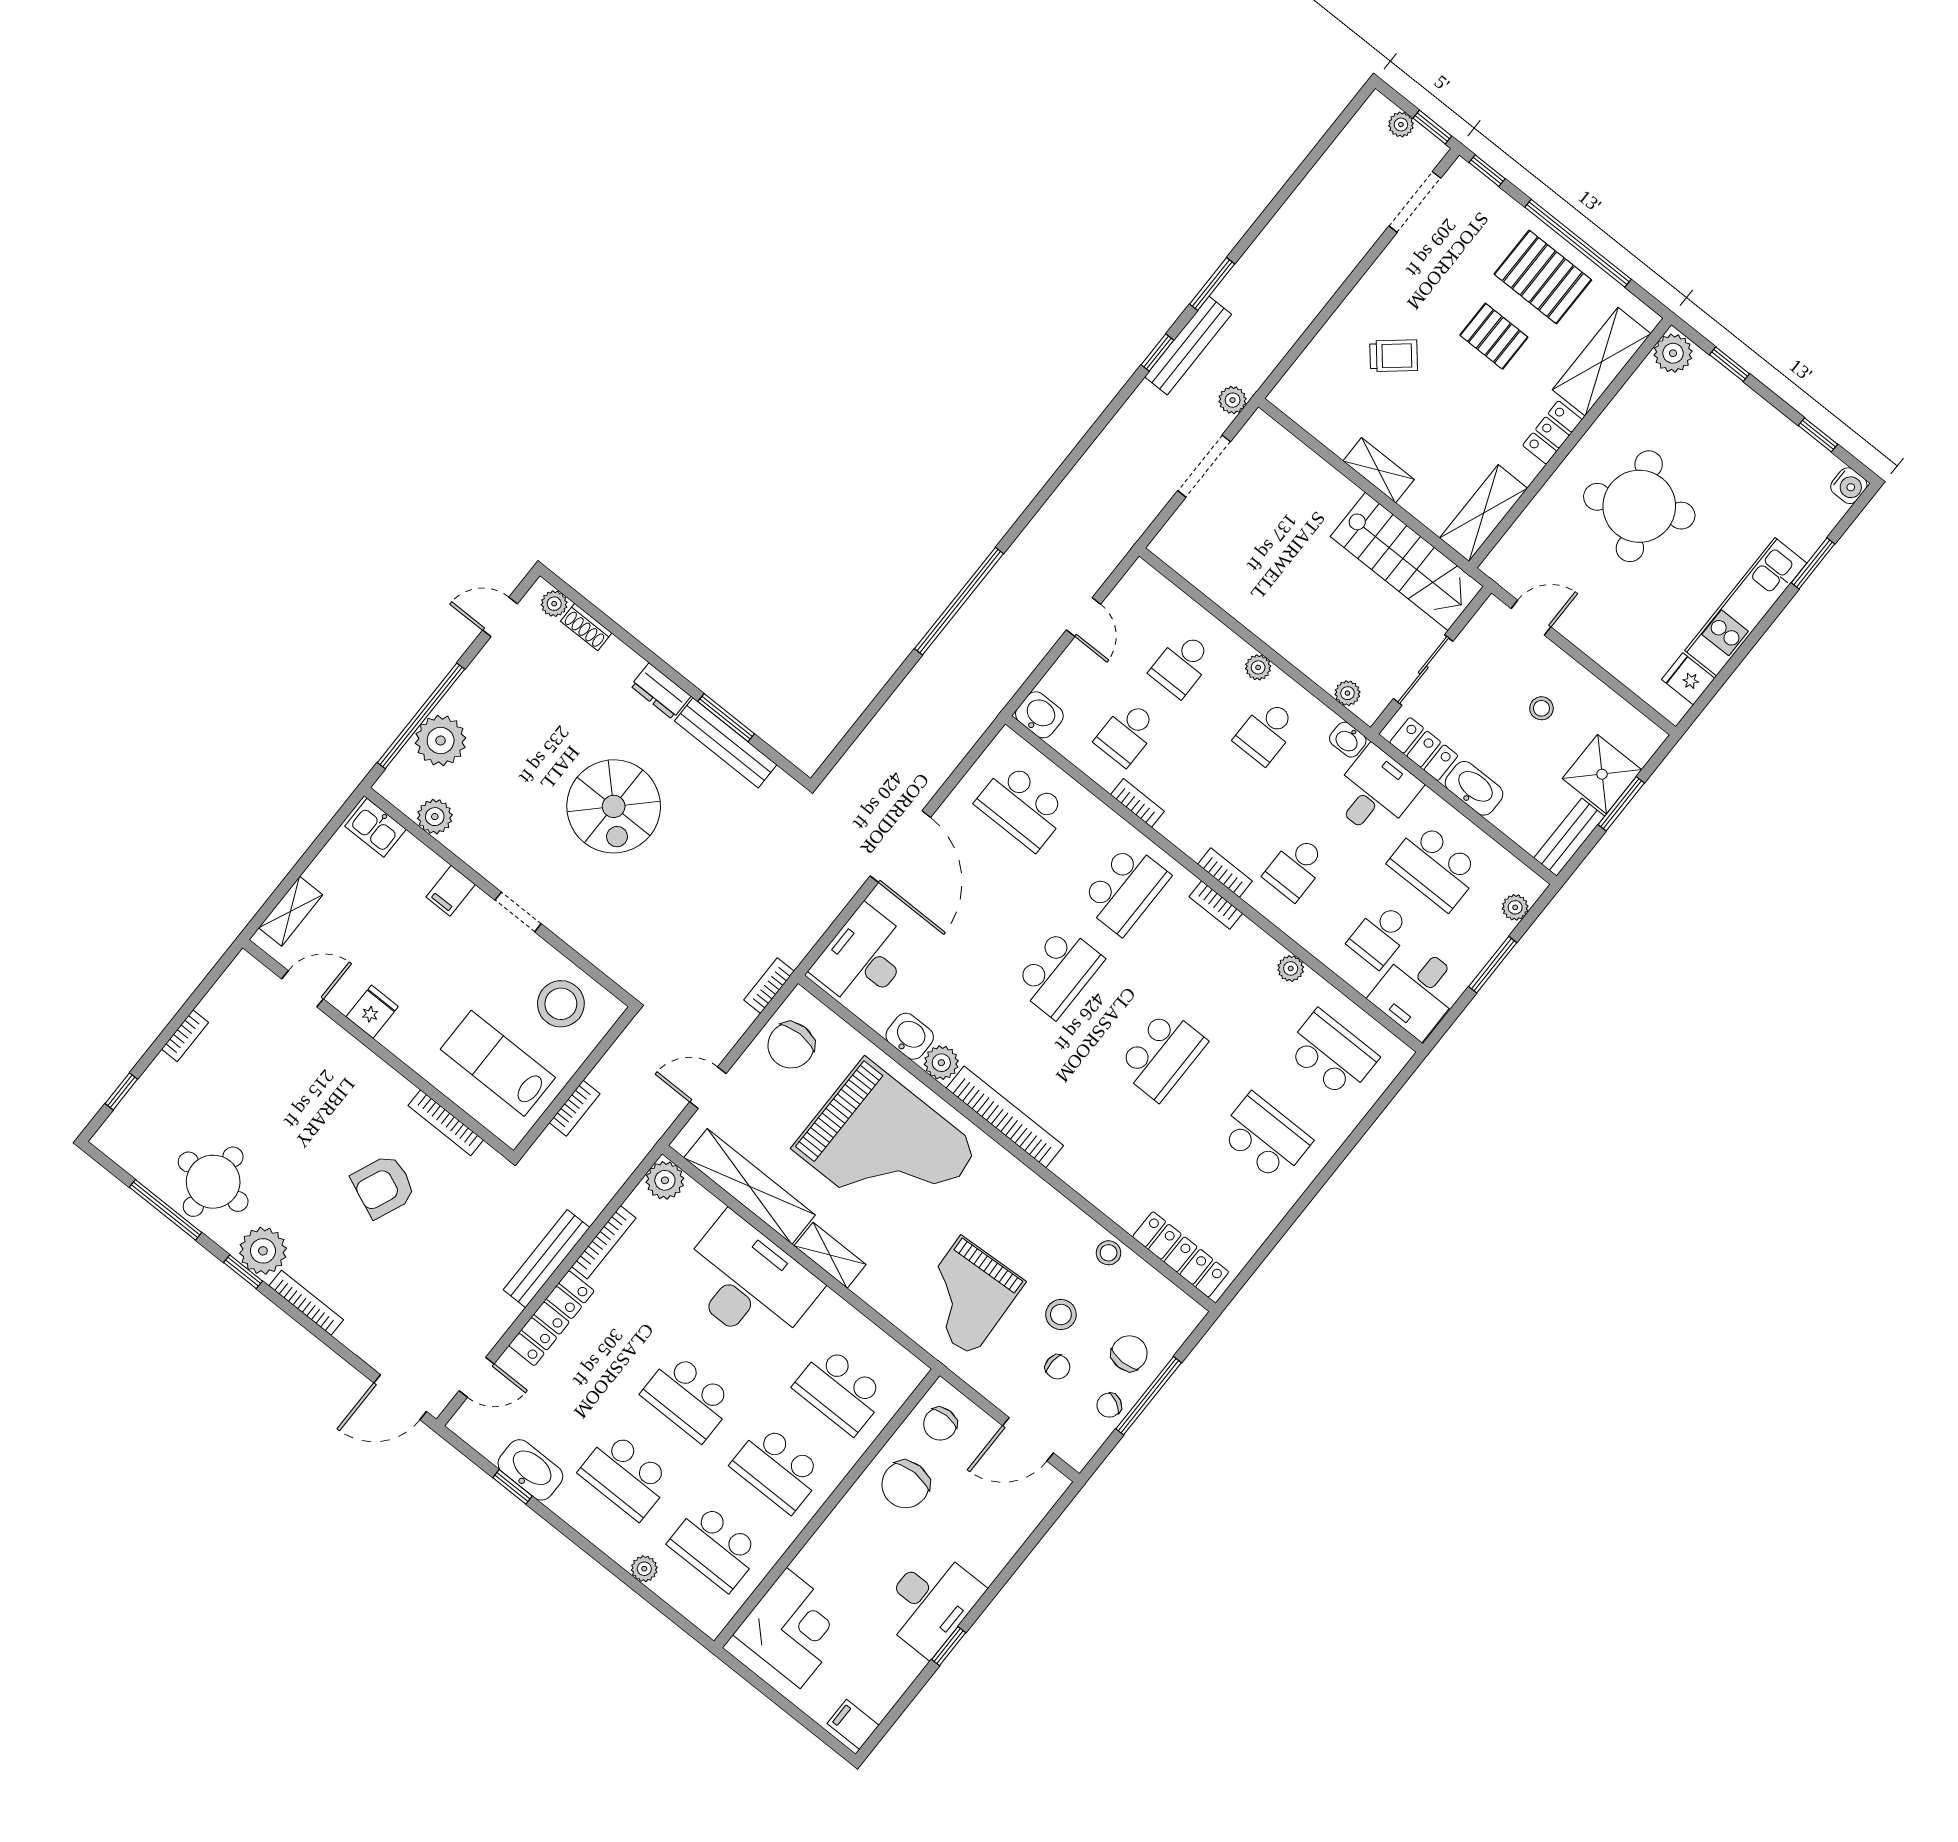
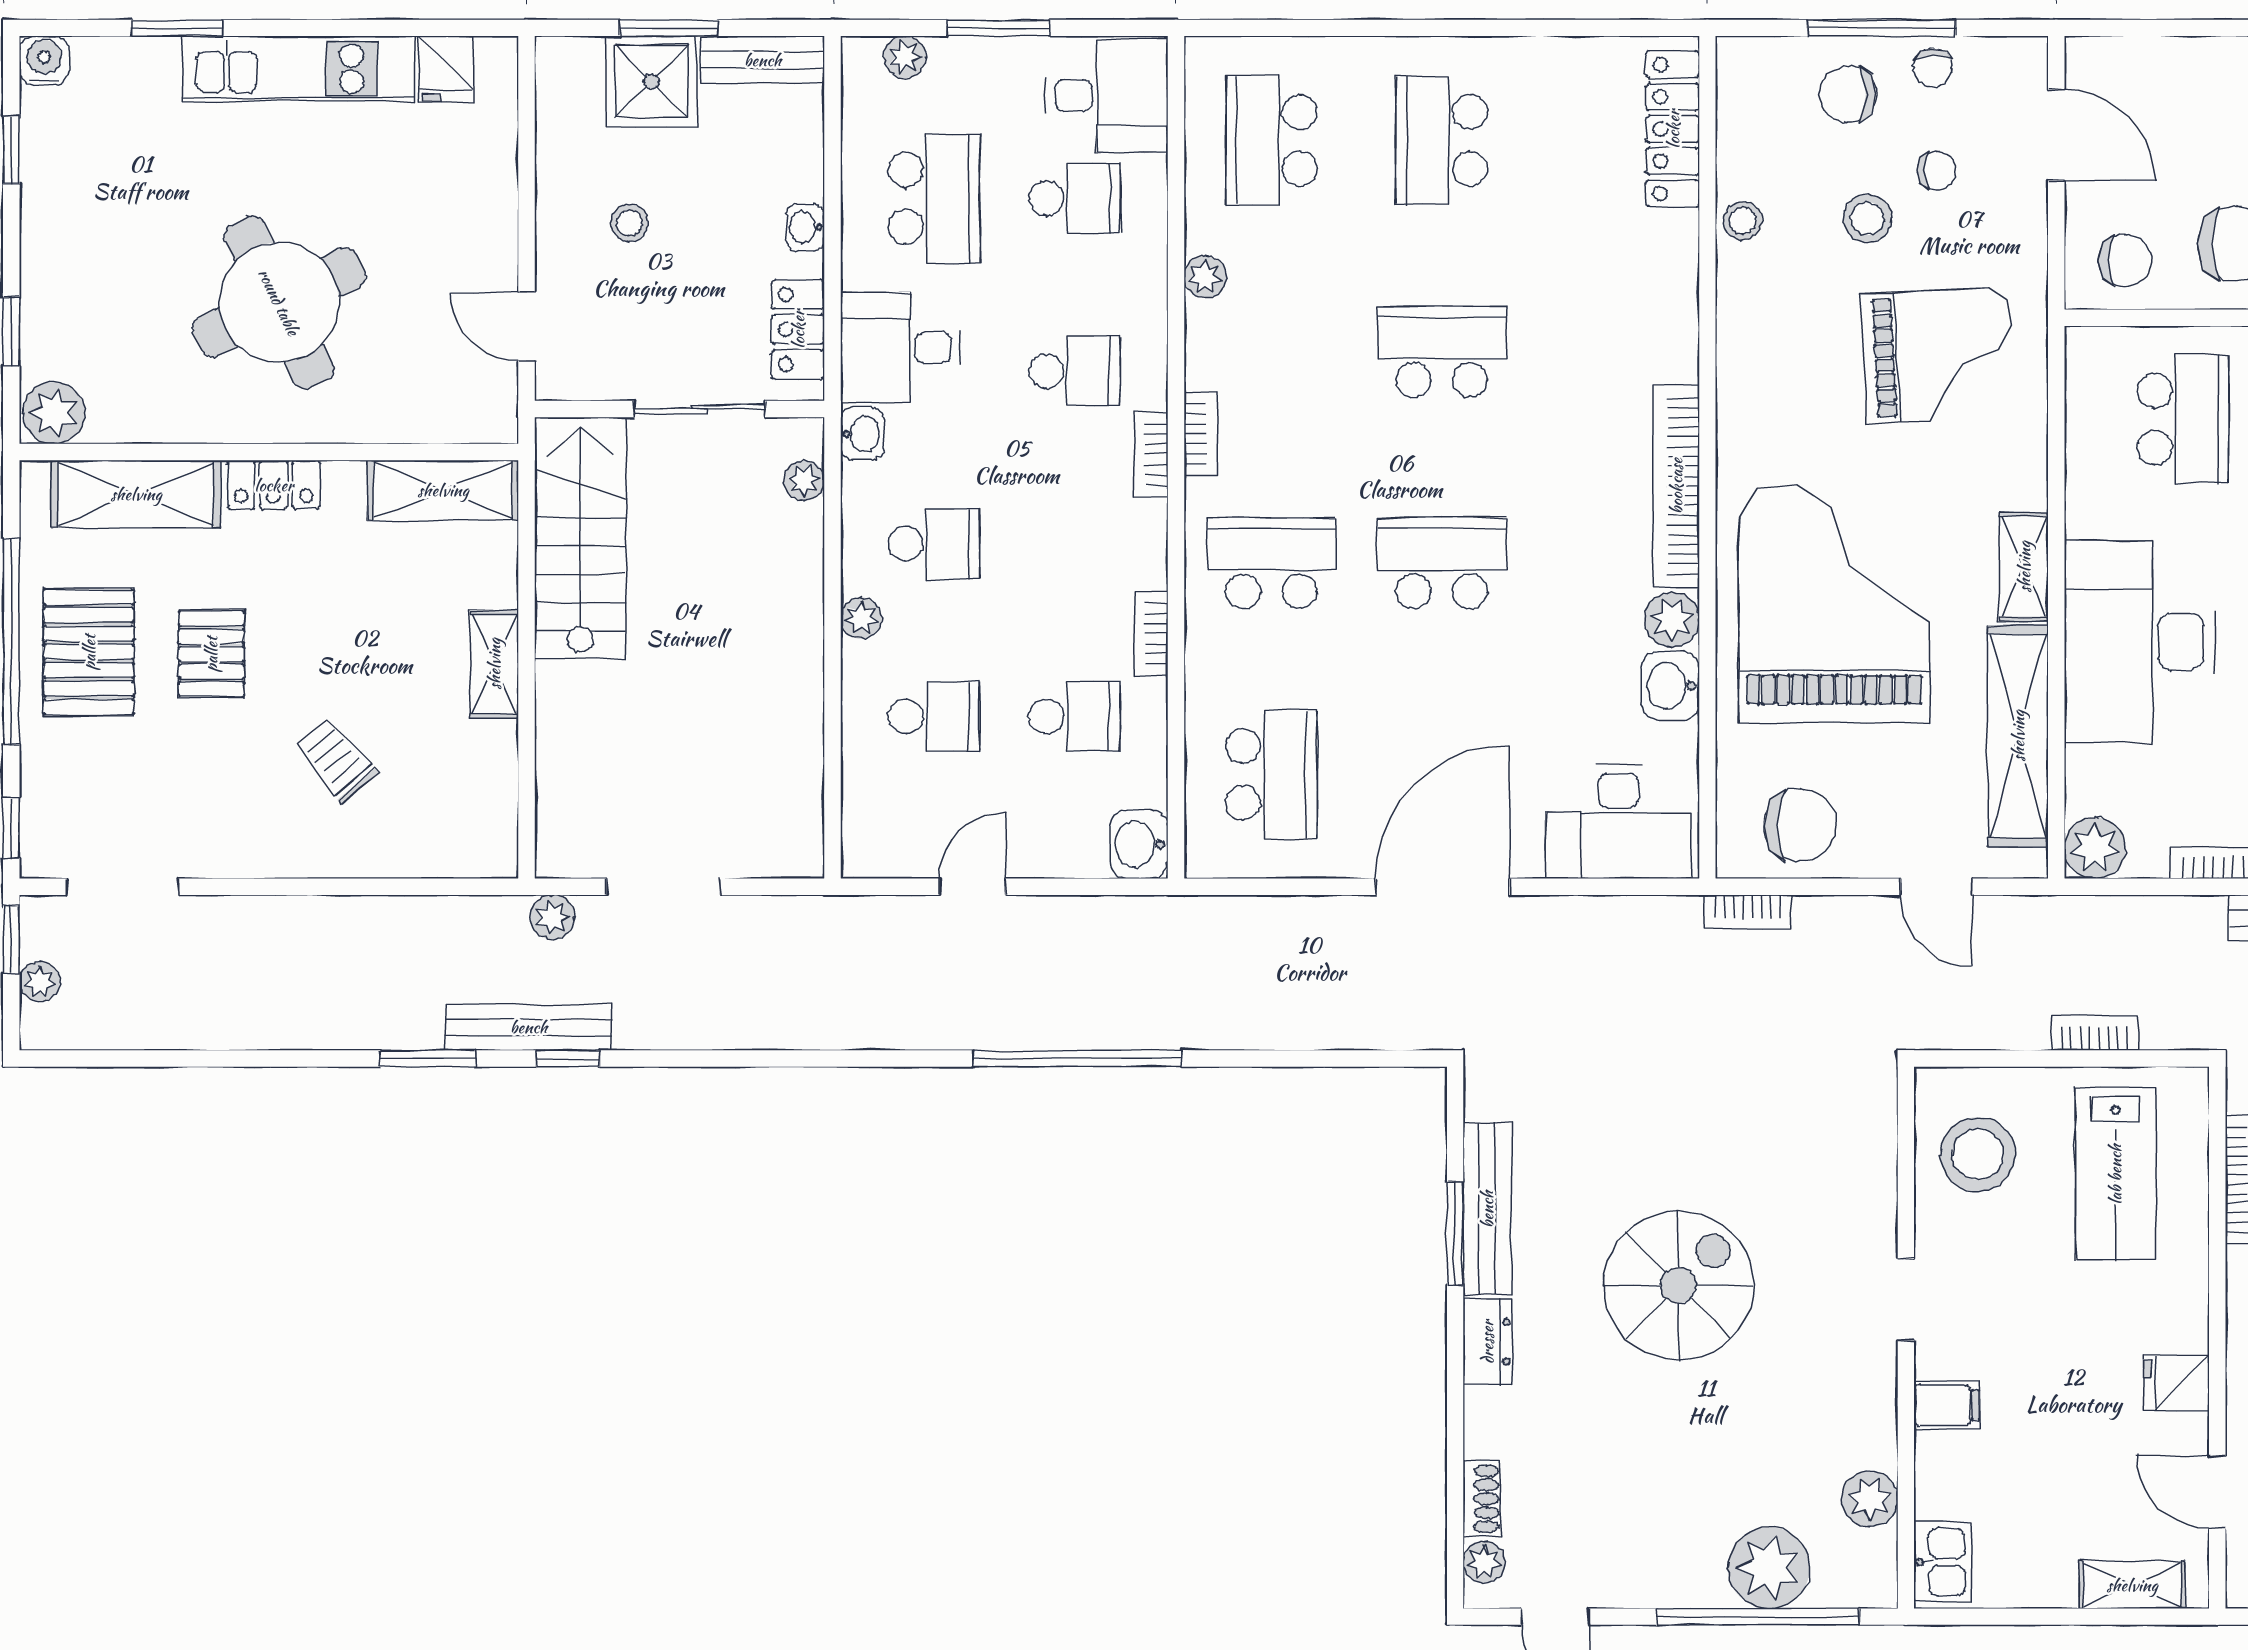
washbasin: (1474, 788) -> (805, 227), width x0.52, depth x0.69
chair: (1058, 1367) -> (1936, 171), turned 87
chair: (1109, 1405) -> (1933, 68), turned 62

